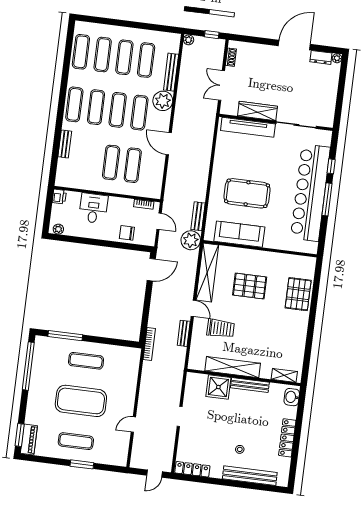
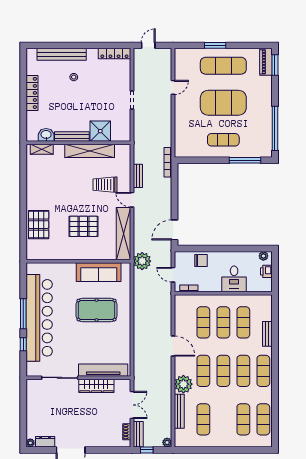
exercise mat: (124, 57) -> (243, 322), moved
printer: (59, 197) -> (266, 271), moved
bench: (198, 216) -> (138, 434), moved
washbasin: (292, 397) -> (46, 135), moved, turned -90
exercise mat: (76, 441) -> (223, 66), width x1.36, depth x1.45

